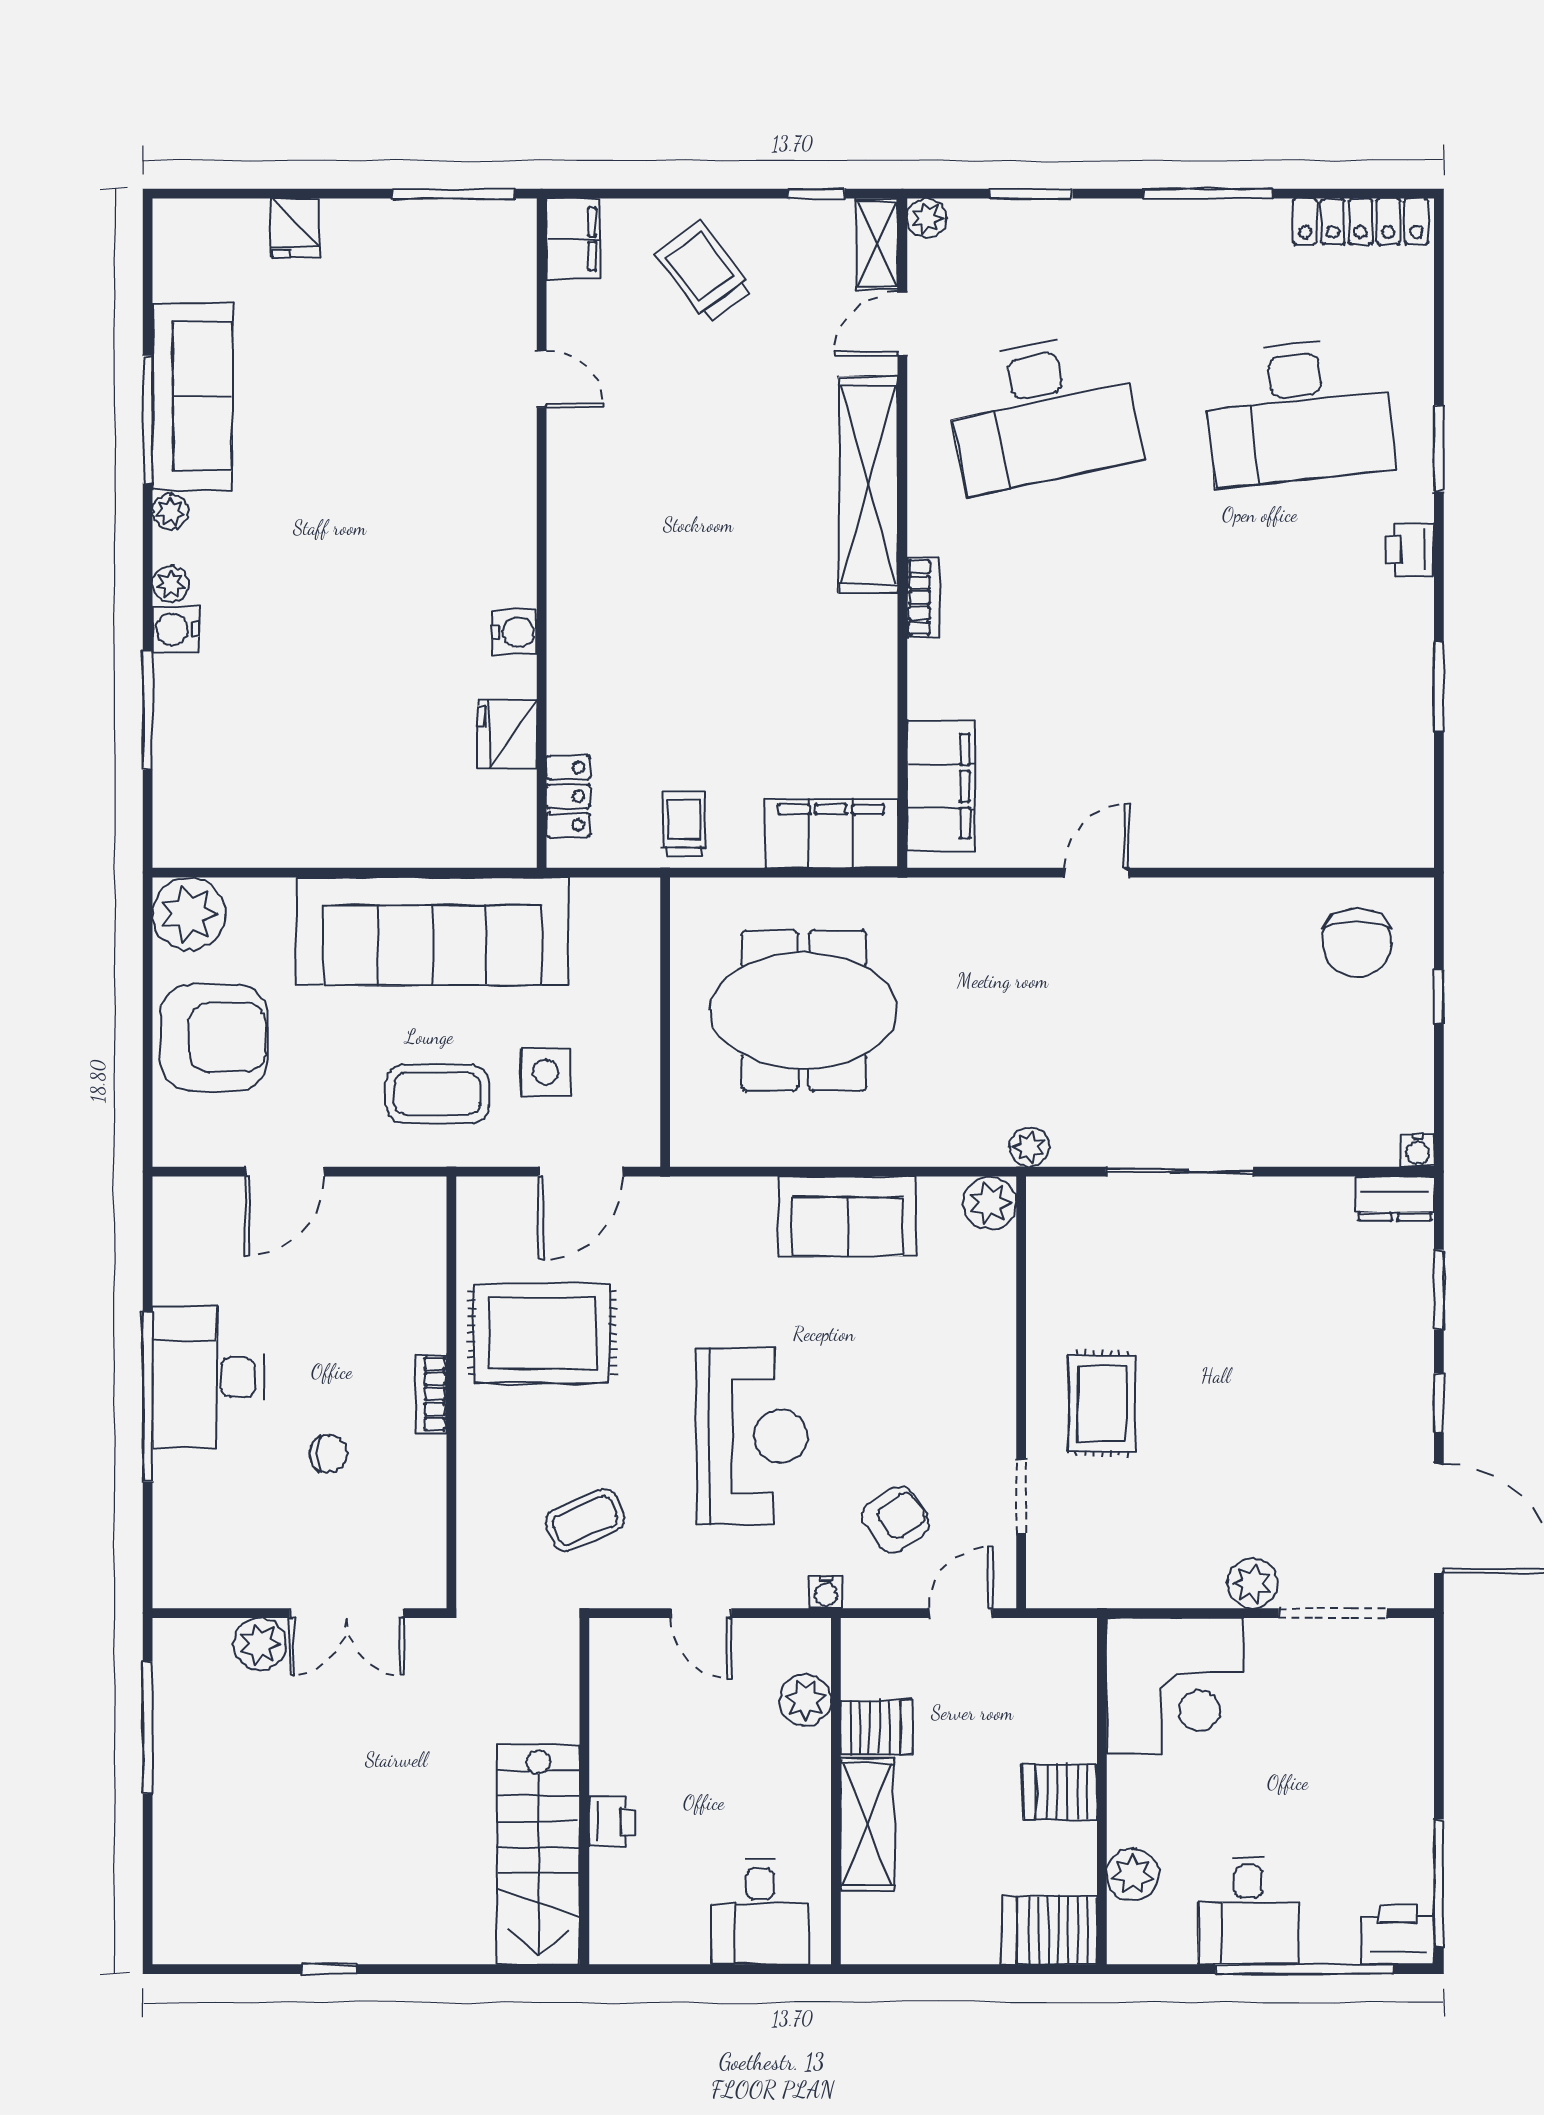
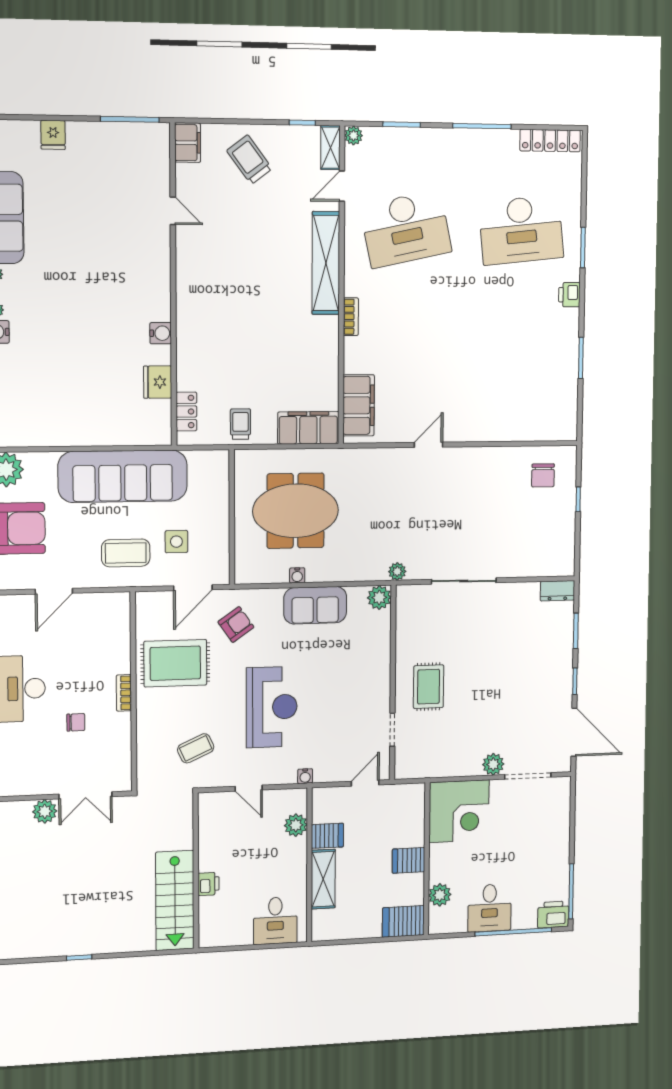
chair: (1357, 943) -> (543, 475), width x0.73, depth x0.73
water cooler: (1418, 1150) -> (297, 575), moved
armchair: (896, 1520) -> (236, 625), moved

